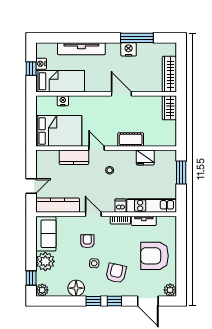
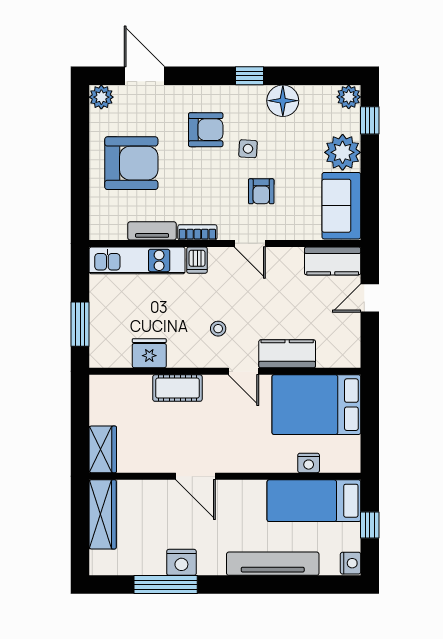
nightstand: (41, 64) -> (351, 563), moved
kitchen counter: (58, 205) -> (333, 261), width x0.67
armchair: (116, 273) -> (206, 130), turned -103
window: (114, 301) -> (209, 76), removed

